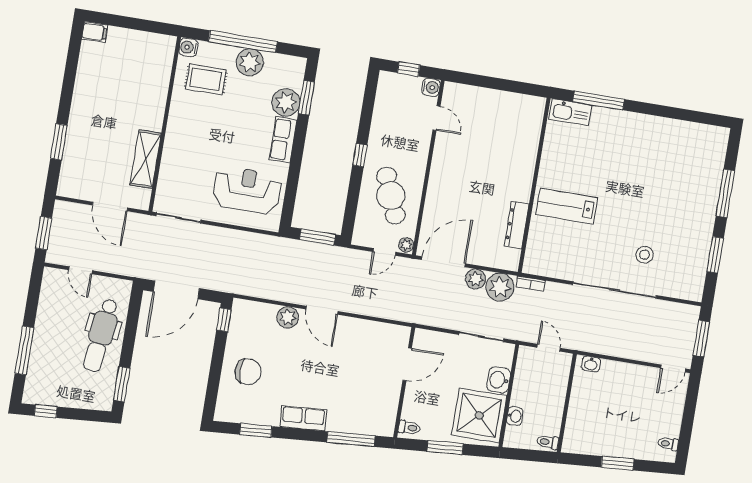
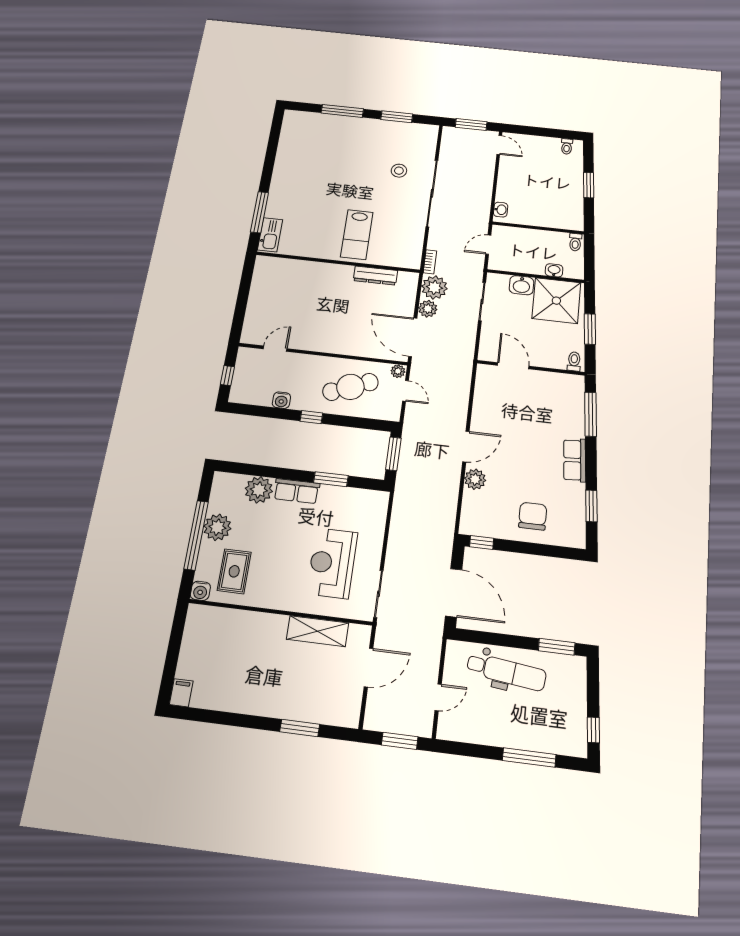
water cooler: (431, 87) -> (281, 400), moved, turned 180
window: (306, 98) -> (331, 479), moved
reception desk: (247, 190) -> (332, 563), moved

